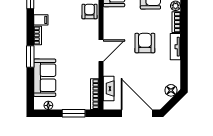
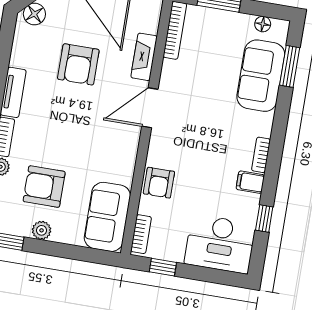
armchair: (145, 43) -> (78, 64), moved
window: (30, 57) -> (290, 66), moved
fireplace: (109, 89) -> (144, 57), moved

